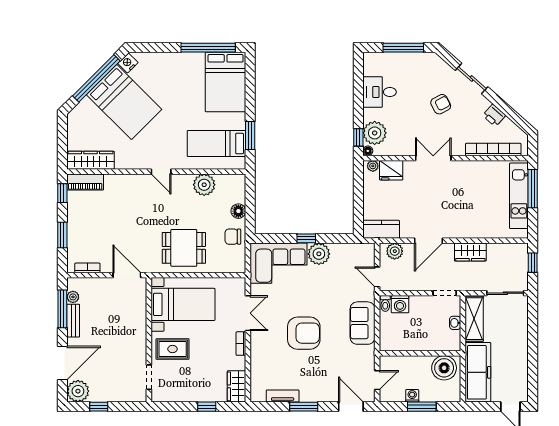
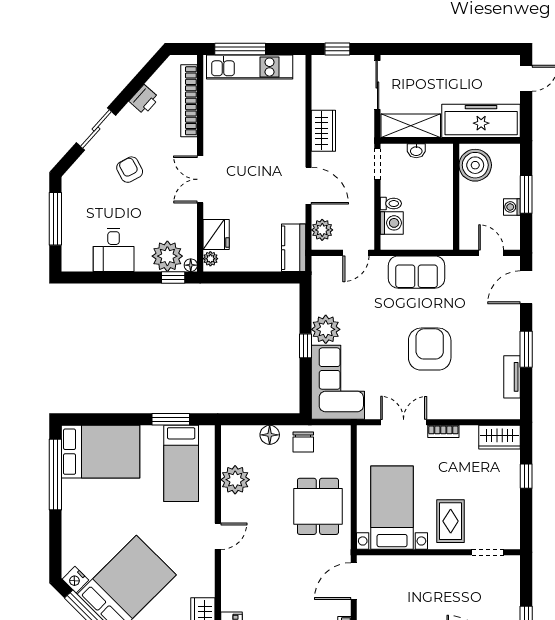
toilet: (385, 303) -> (391, 204), moved

